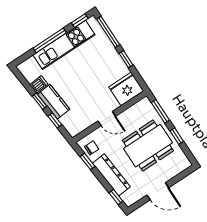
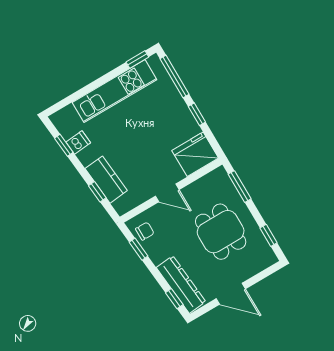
window: (50, 40) -> (96, 84), removed
window: (39, 101) -> (64, 145), moved
kitchen counter: (54, 102) -> (106, 180), moved
window: (177, 136) -> (268, 235), moved
dining table: (148, 146) -> (221, 232), width x0.73
dresser: (111, 175) -> (181, 285), moved

